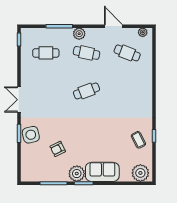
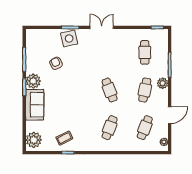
cafe table: (127, 91) -> (110, 128), added

